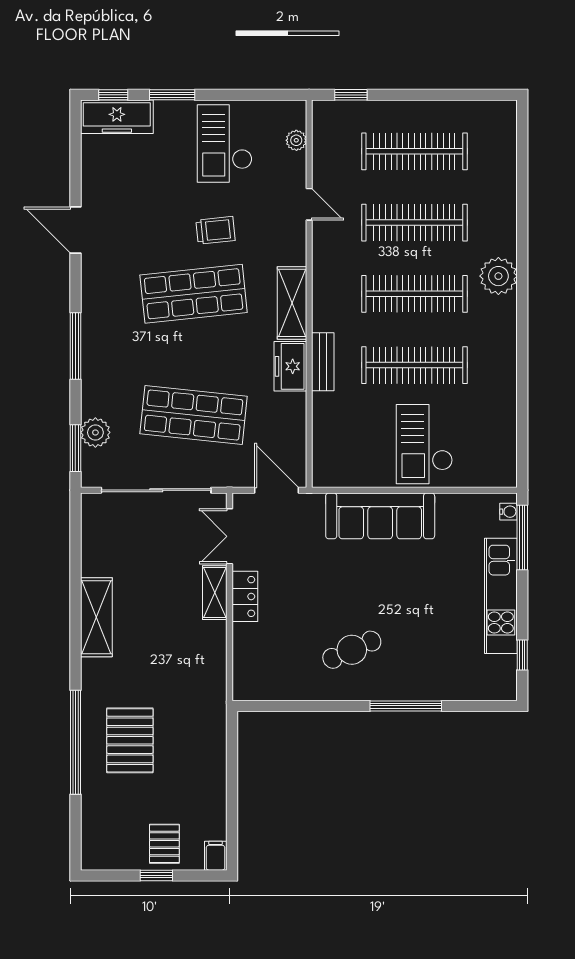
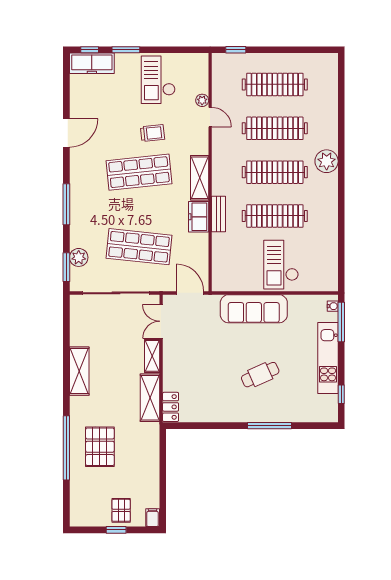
plant: (296, 140) -> (202, 100), moved
door: (75, 230) -> (66, 133), swing flipped
locker: (245, 596) -> (171, 407), moved
cafe table: (352, 650) -> (260, 375), moved
shelving: (211, 661) -> (150, 398), added

